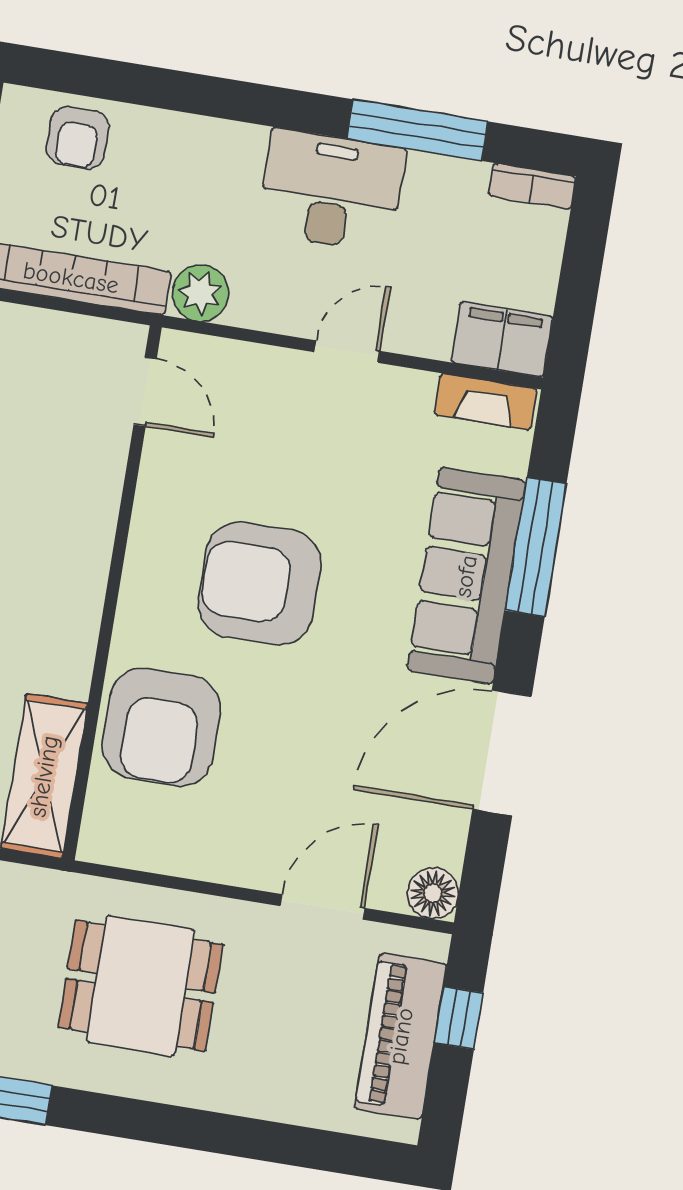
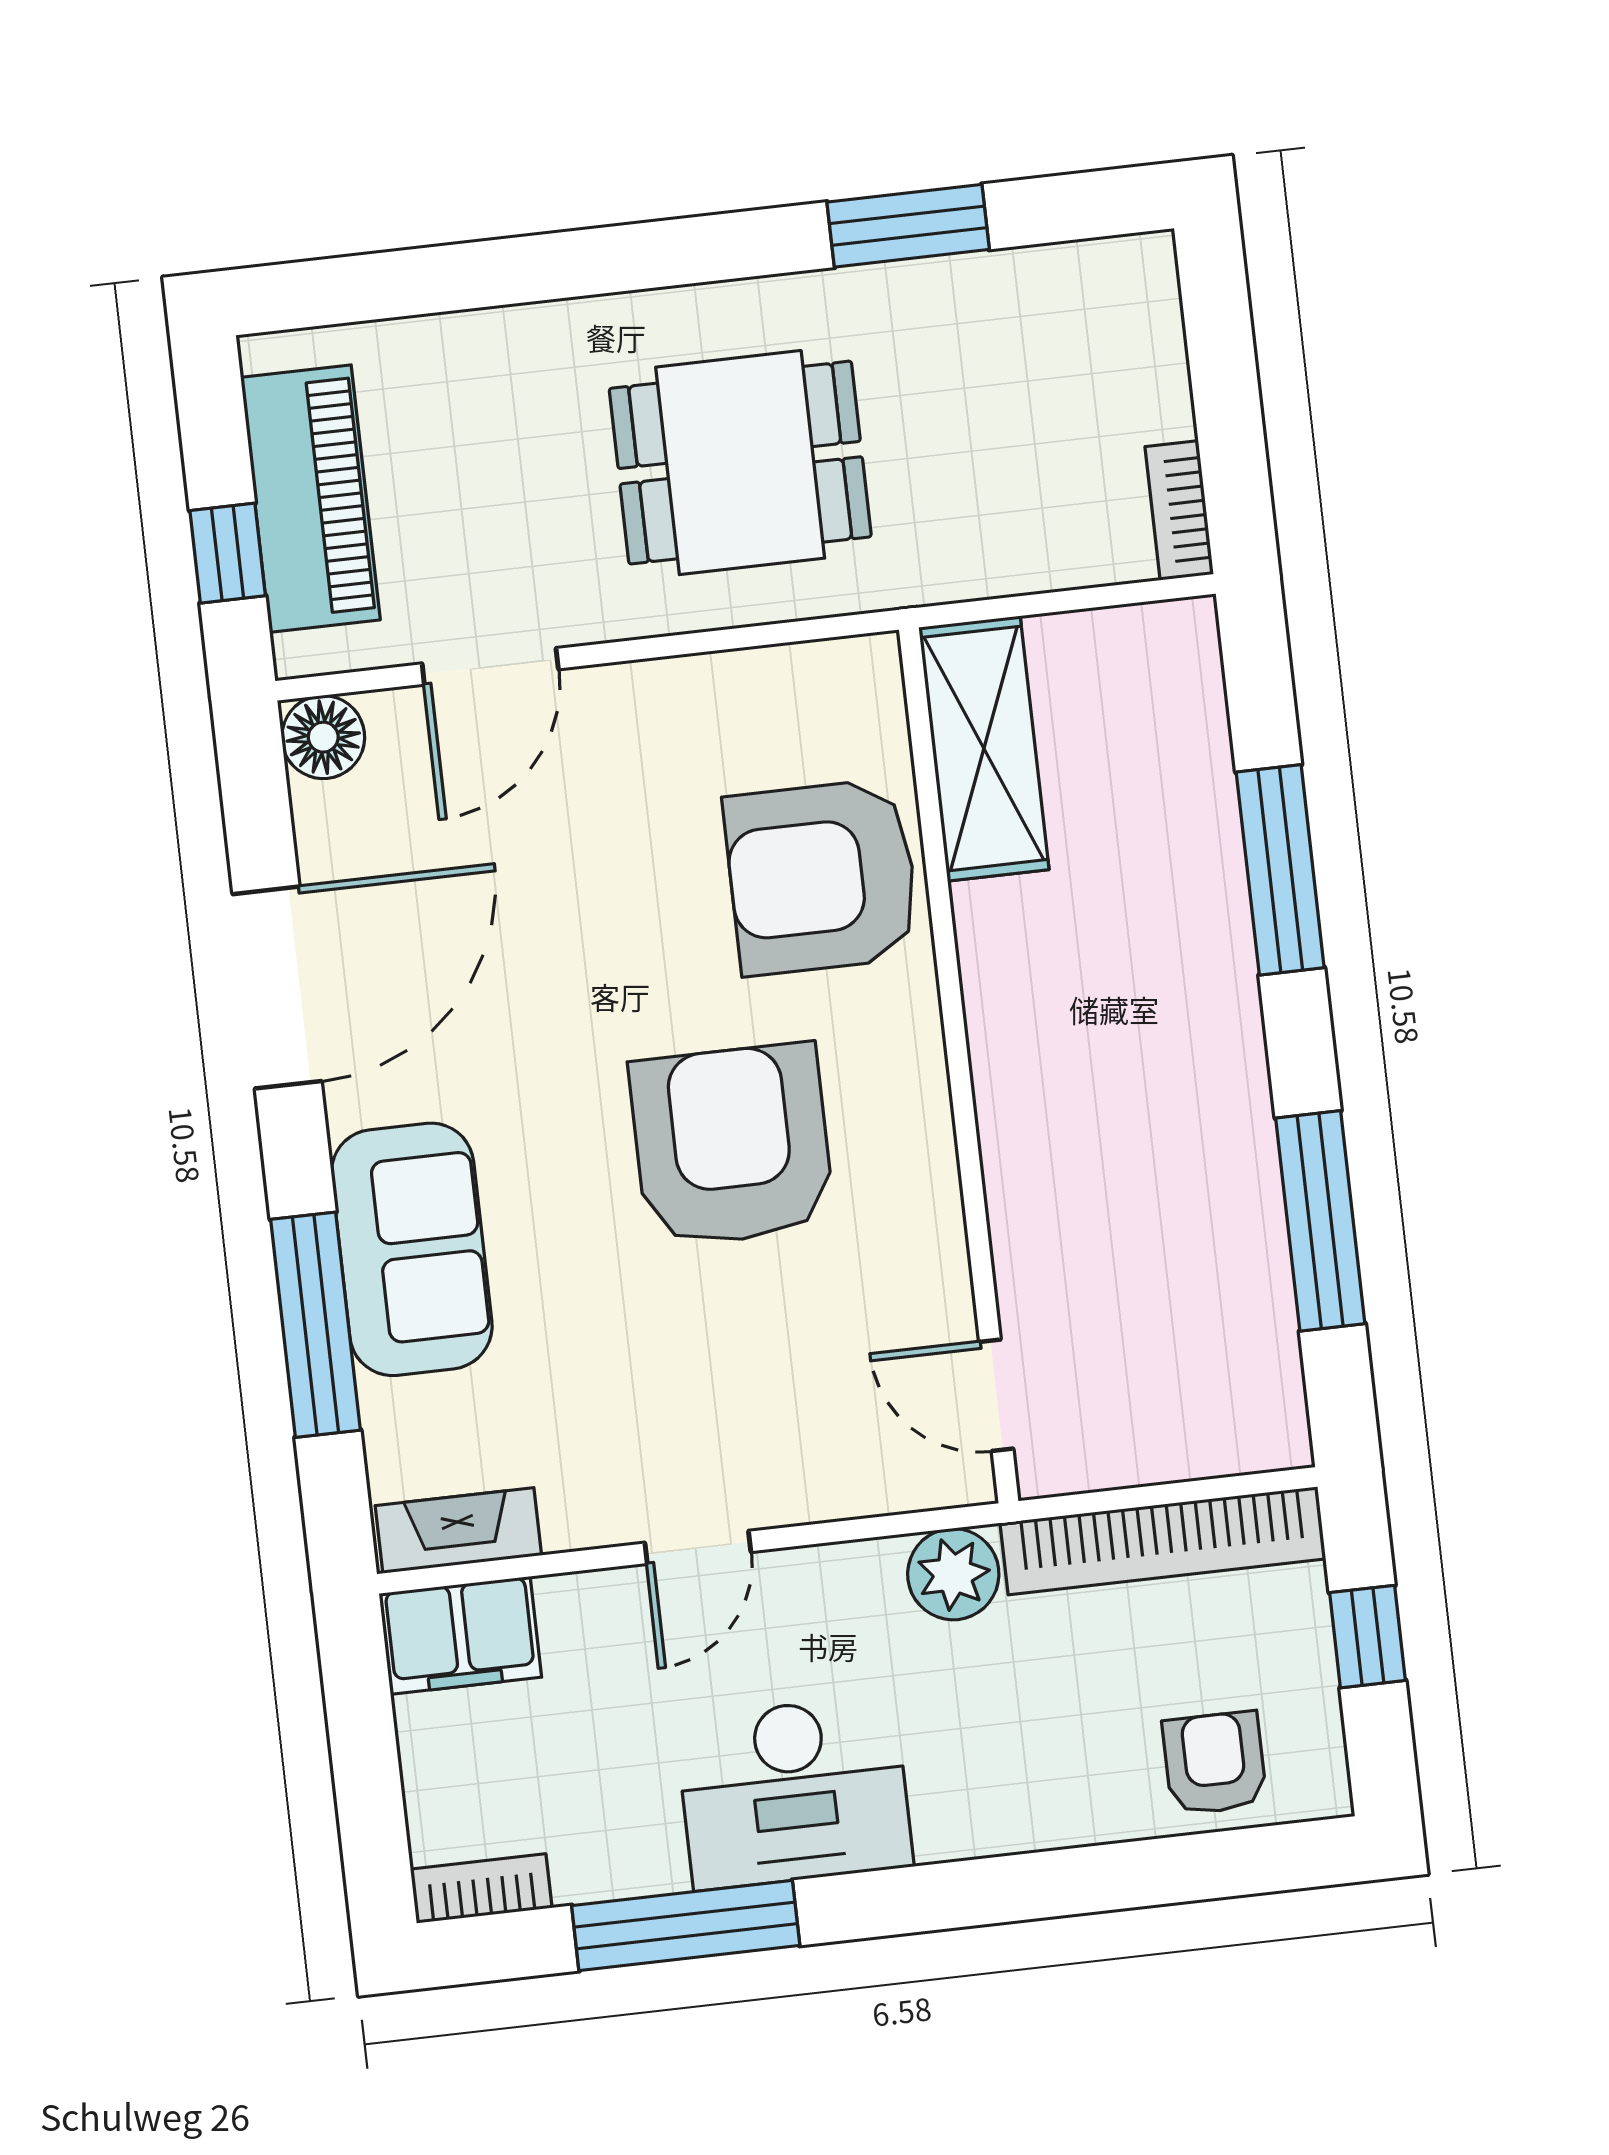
sofa: (466, 576) -> (412, 1249), width x0.73
armchair: (260, 584) -> (732, 1145), turned -90
armchair: (161, 727) -> (822, 877), turned -90

